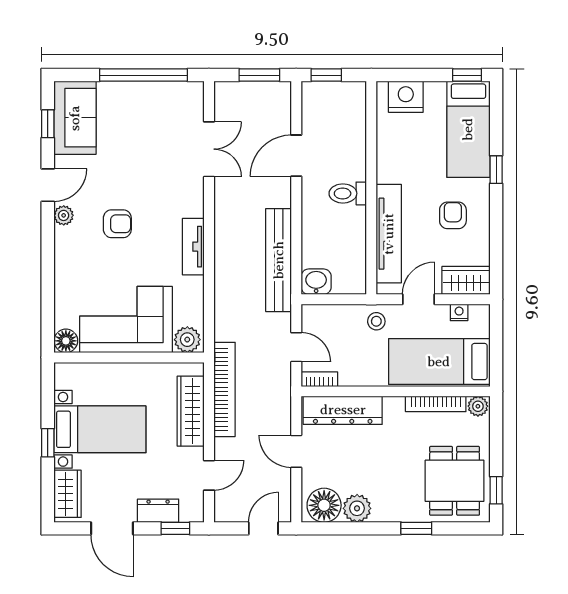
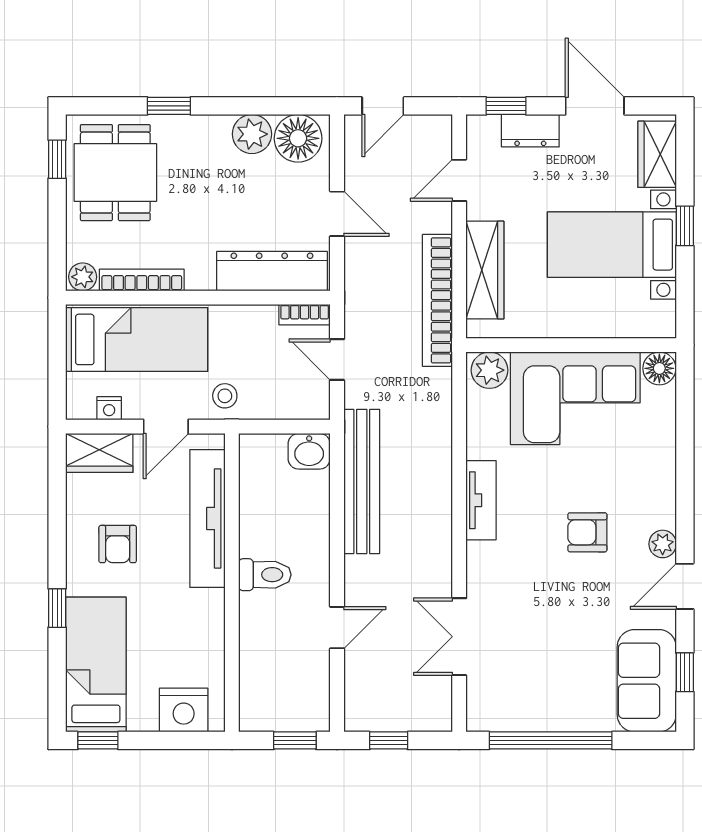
window: (259, 75) -> (389, 740), width x0.67
door: (296, 156) -> (337, 628), width x0.73

